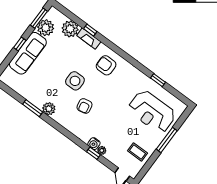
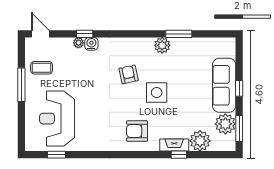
armchair: (106, 65) -> (137, 131), turned 180
window: (158, 80) -> (56, 155), moved
reception desk: (152, 112) -> (57, 119), turned -90
window: (167, 140) -> (21, 85), moved

